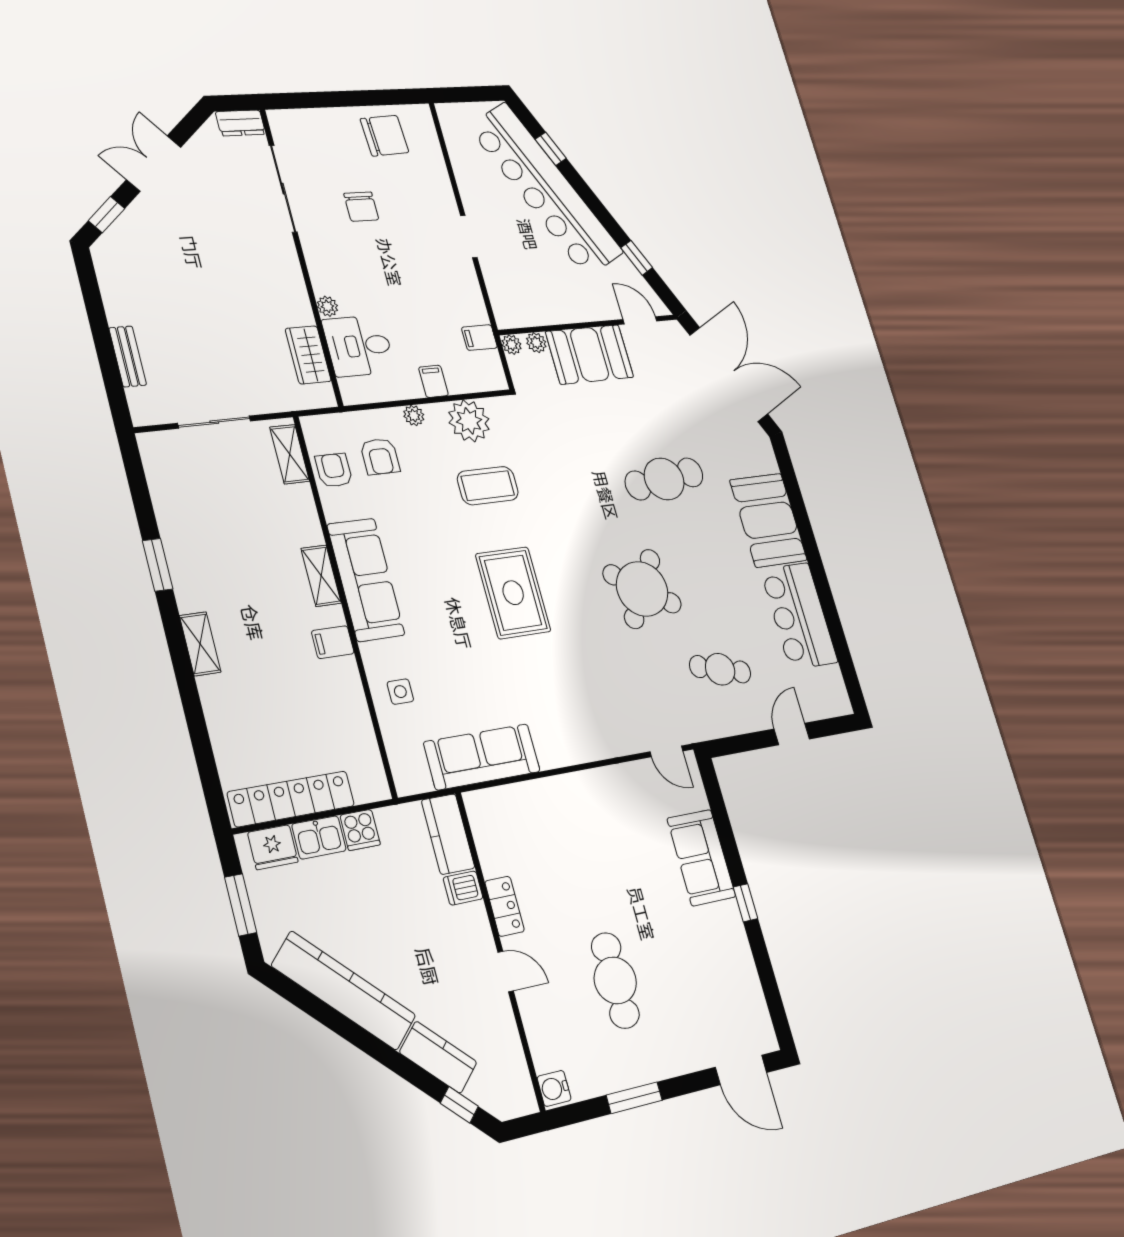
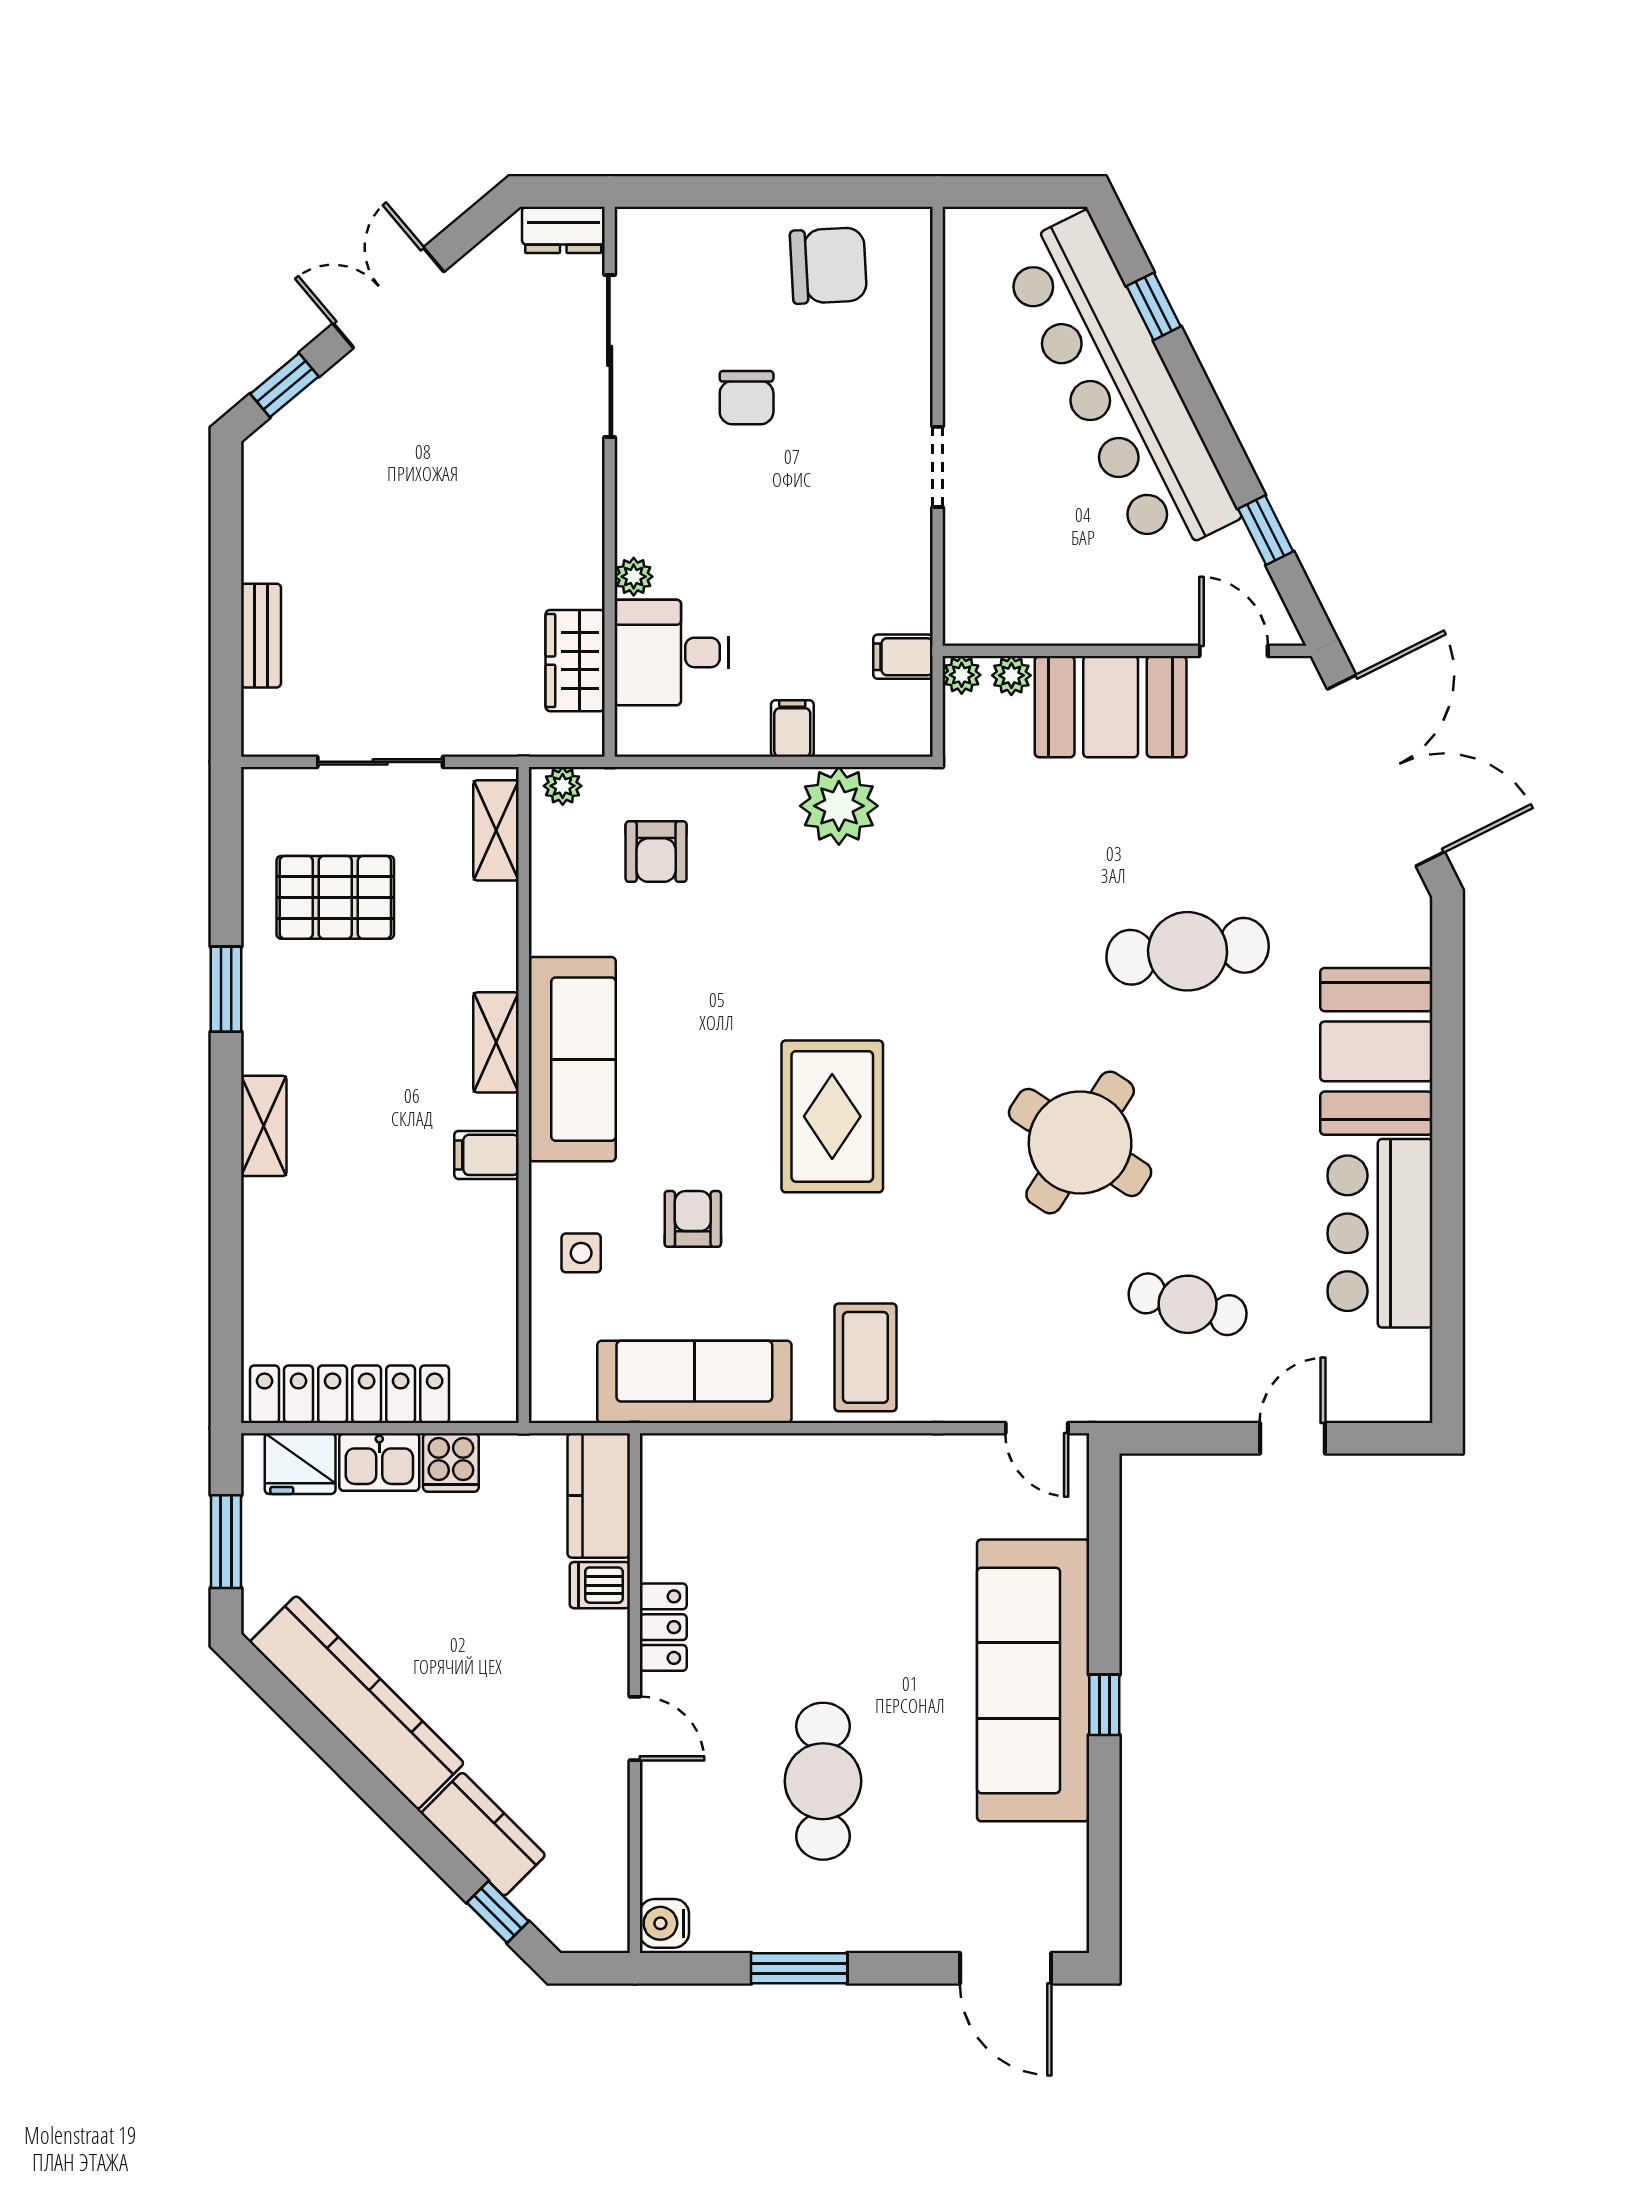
plant: (414, 415) -> (563, 786), moved
armchair: (334, 470) -> (693, 1219), moved
coffee table: (488, 486) -> (865, 1357), moved, turned 90
pallet: (208, 503) -> (335, 897), added
sofa: (701, 858) -> (1033, 1680), width x1.85, depth x1.27

